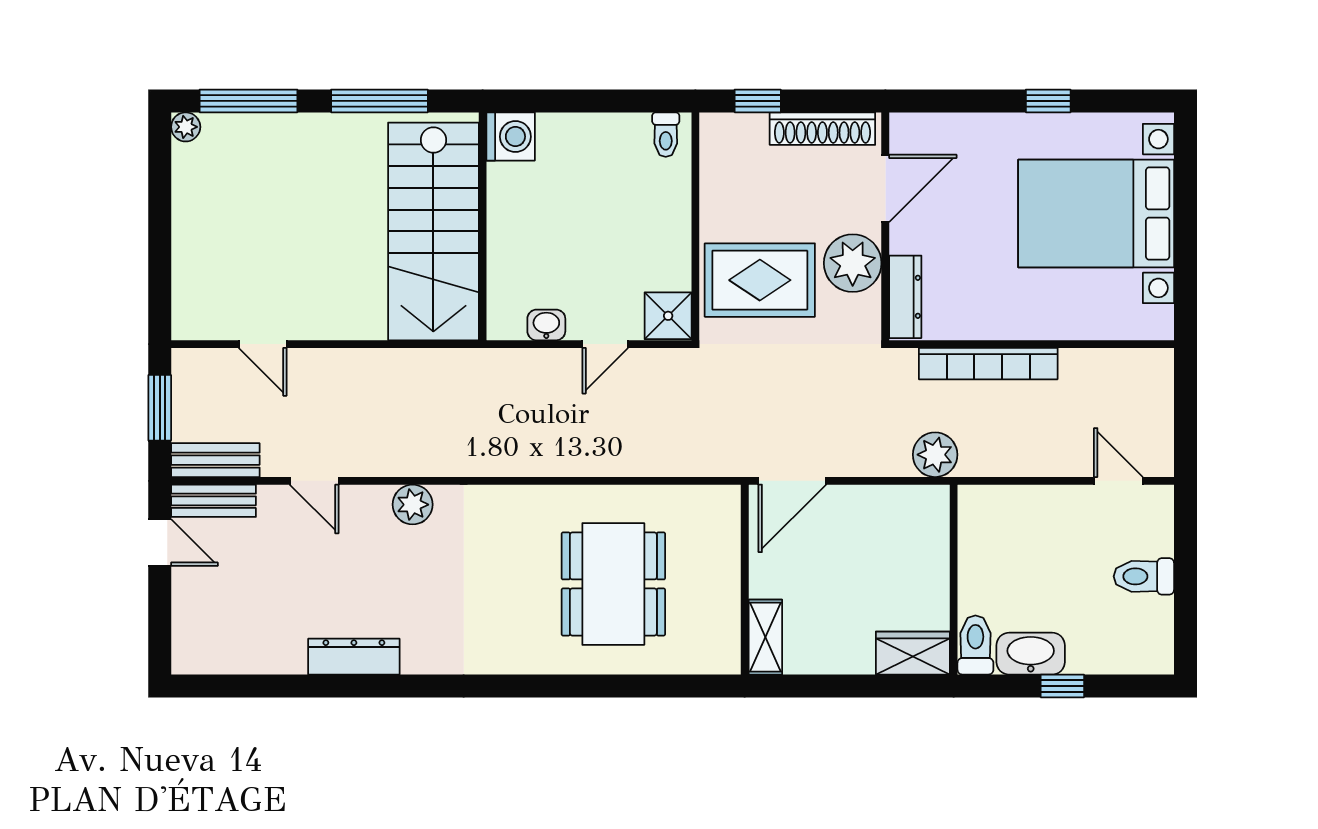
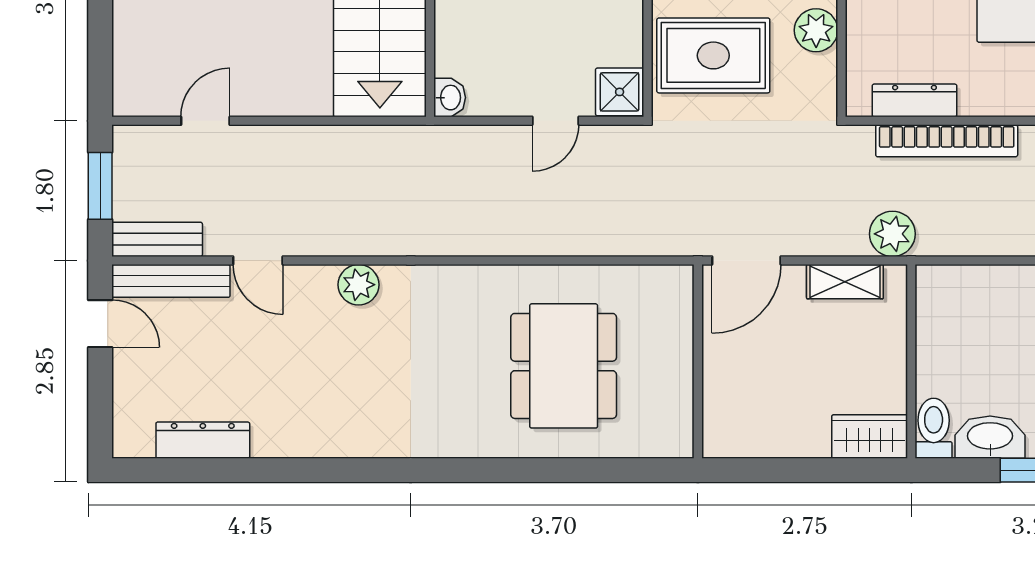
plant: (853, 263) -> (816, 30), width x0.73, depth x0.73
dresser: (905, 297) -> (914, 100), moved, turned -90
washbasin: (546, 325) -> (450, 98), moved, turned 90
door: (263, 344) -> (205, 121), swing flipped
bench: (214, 501) -> (171, 281), width x1.36
shelving: (765, 637) -> (845, 282), moved, turned 90
dresser: (354, 657) -> (203, 440), moved

